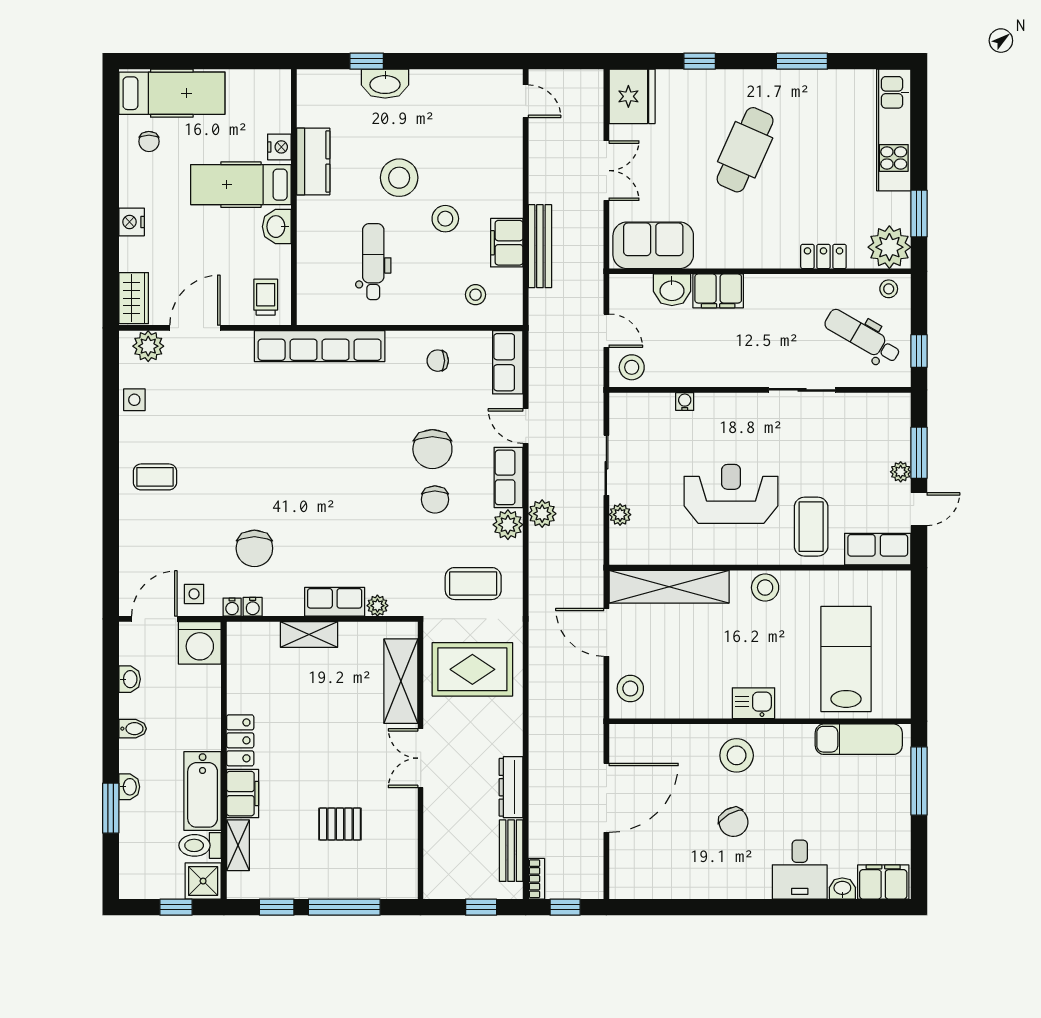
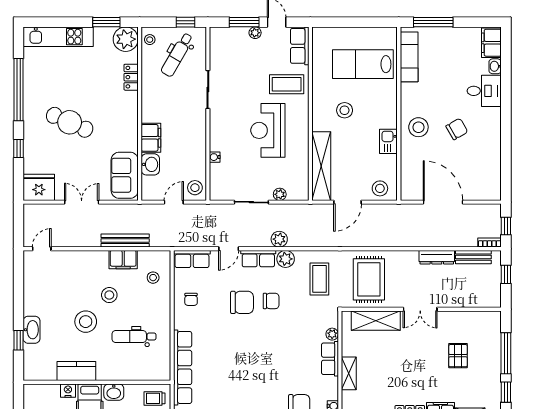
window: (802, 61) -> (19, 90), width x2.11
stool: (765, 588) -> (345, 110), moved
kitchen sink: (753, 703) -> (388, 141), moved

